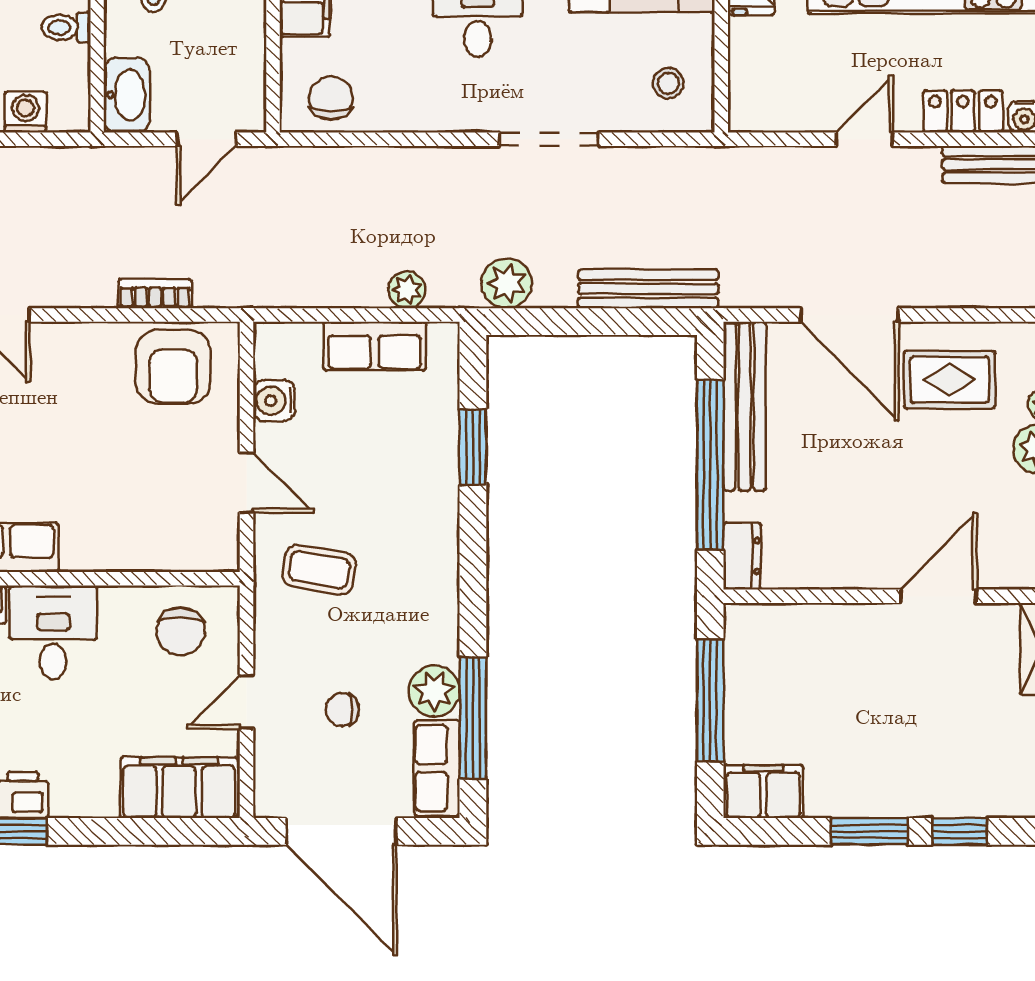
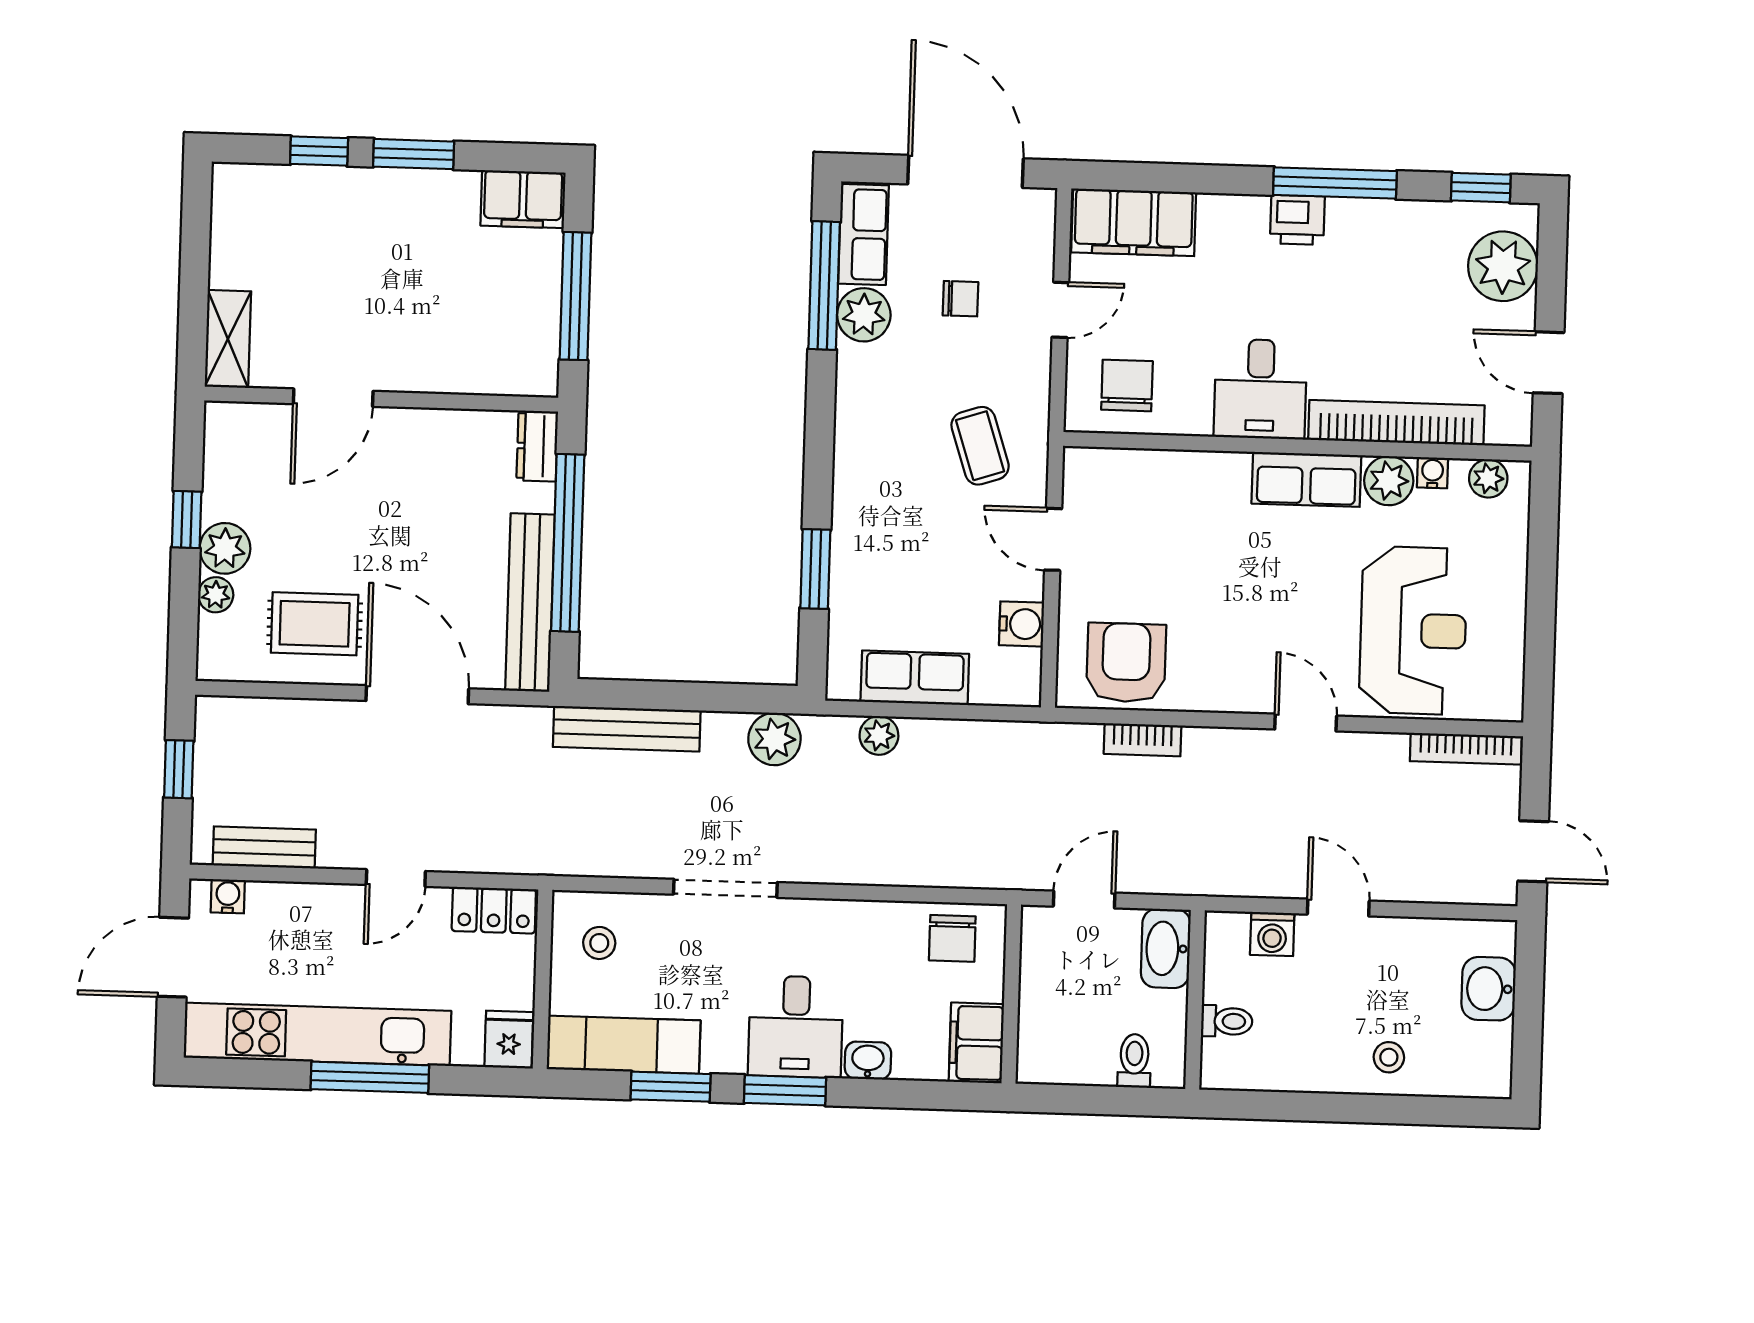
locker: (963, 111) -> (494, 910), moved
coffee table: (319, 570) -> (980, 446), turned 62

